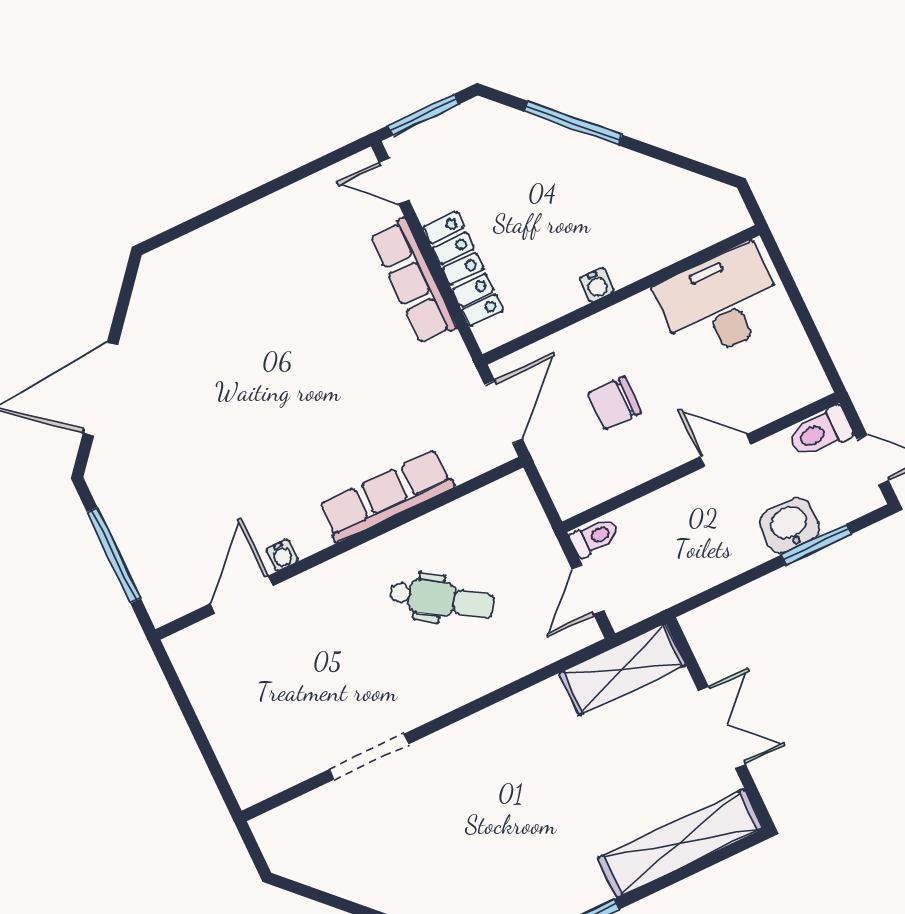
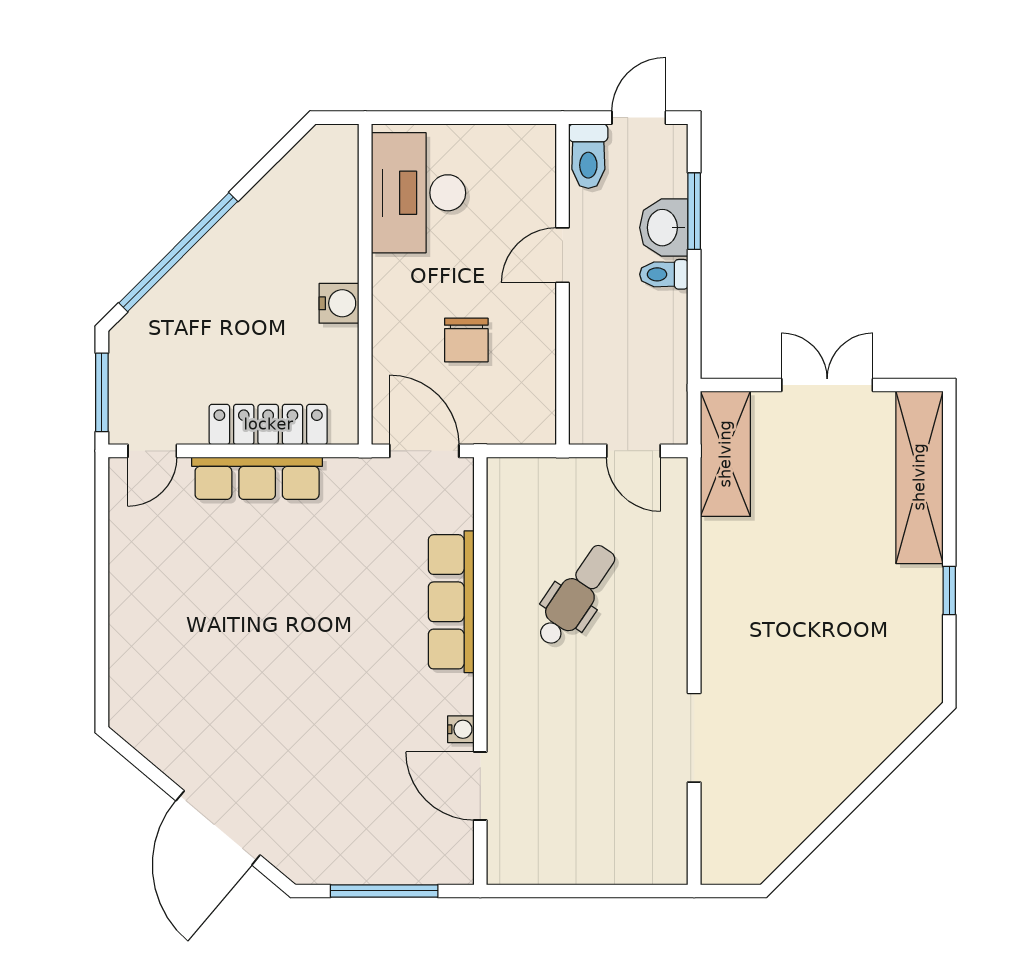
window: (573, 123) -> (178, 252), width x1.46
water cooler: (597, 285) -> (339, 303), width x1.38, depth x1.38
toilet: (595, 537) -> (664, 274), moved, turned -90

